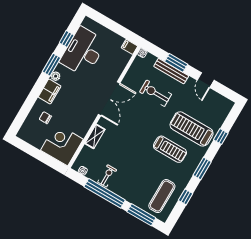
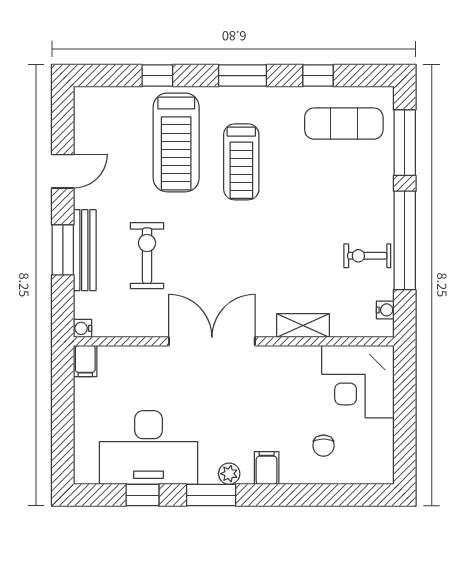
filing cabinet: (50, 91) -> (267, 468), width x0.50
exercise bike: (156, 93) -> (147, 256), turned 180
treadmill: (170, 149) -> (241, 162), turned 180

